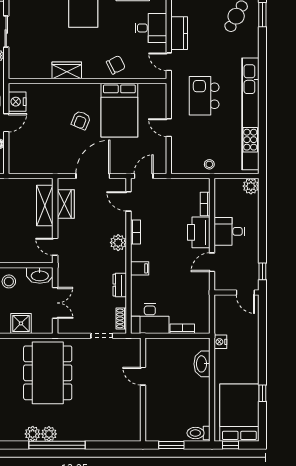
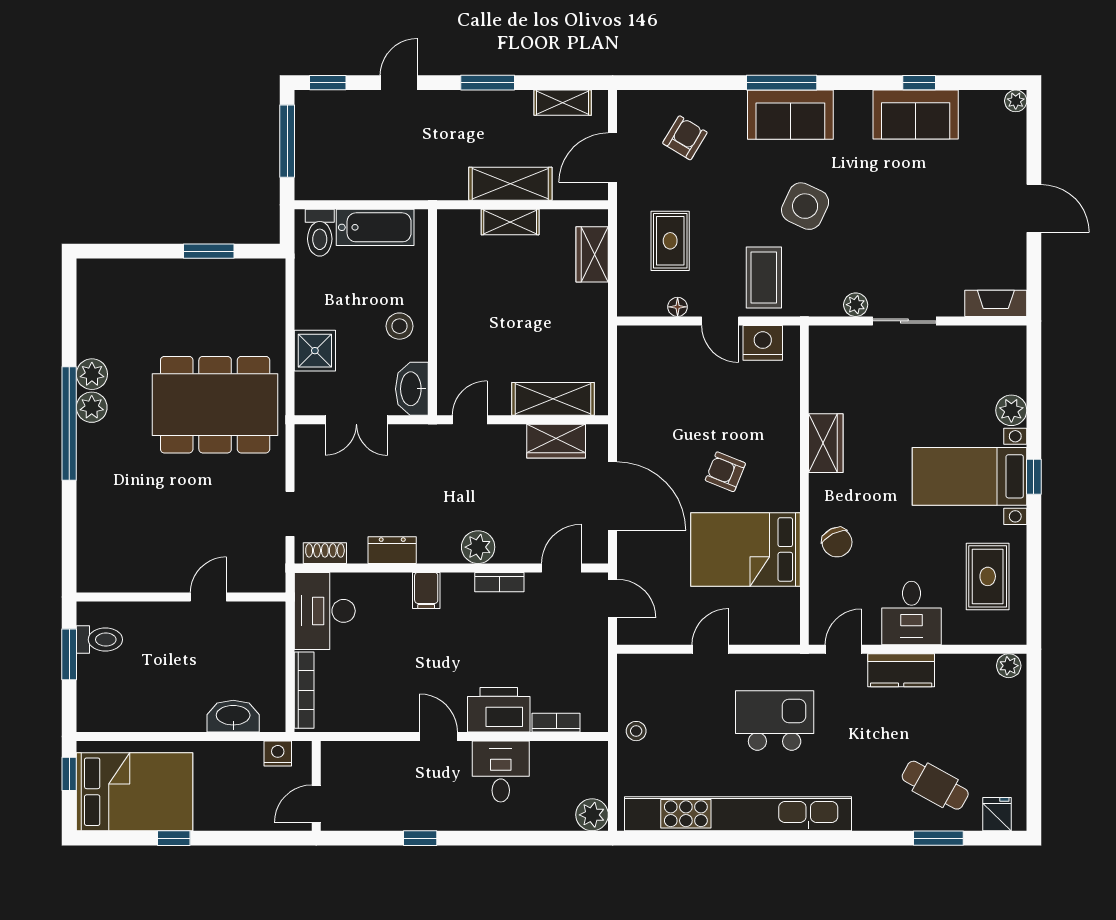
wall: (236, 293) -> (316, 786), moved
door: (245, 293) -> (316, 804), moved
bookcase: (182, 329) -> (304, 690), width x1.56
toilet: (198, 433) -> (99, 640), moved, turned 90

